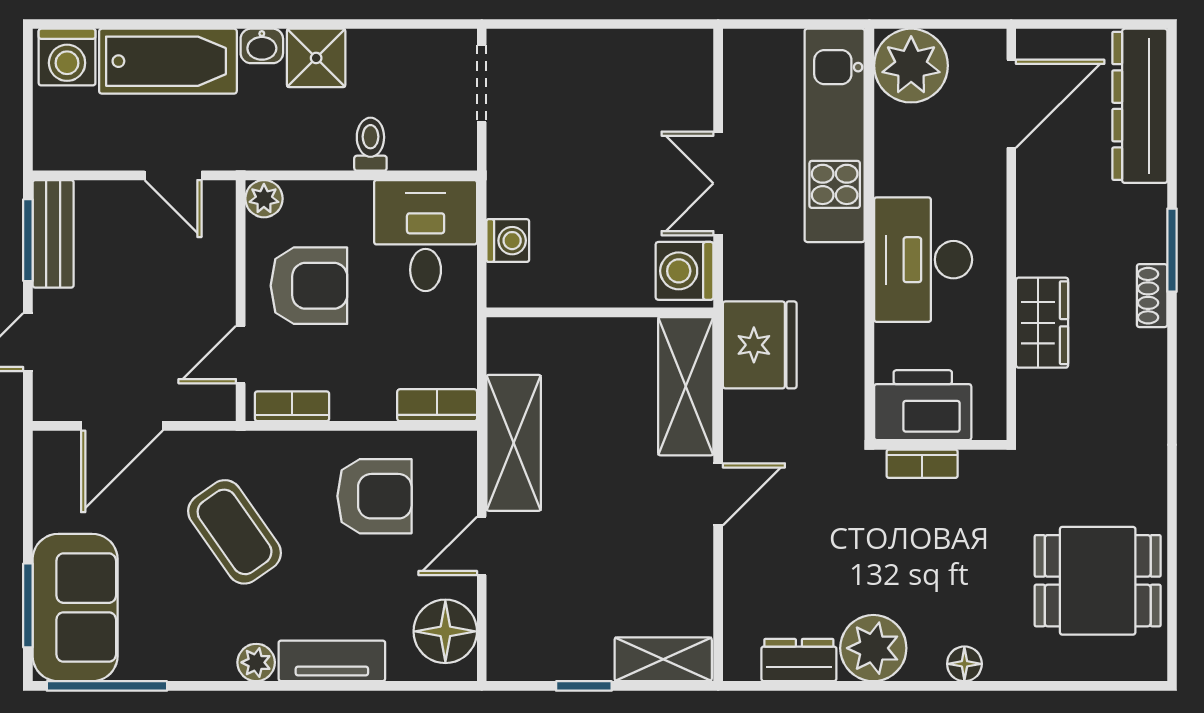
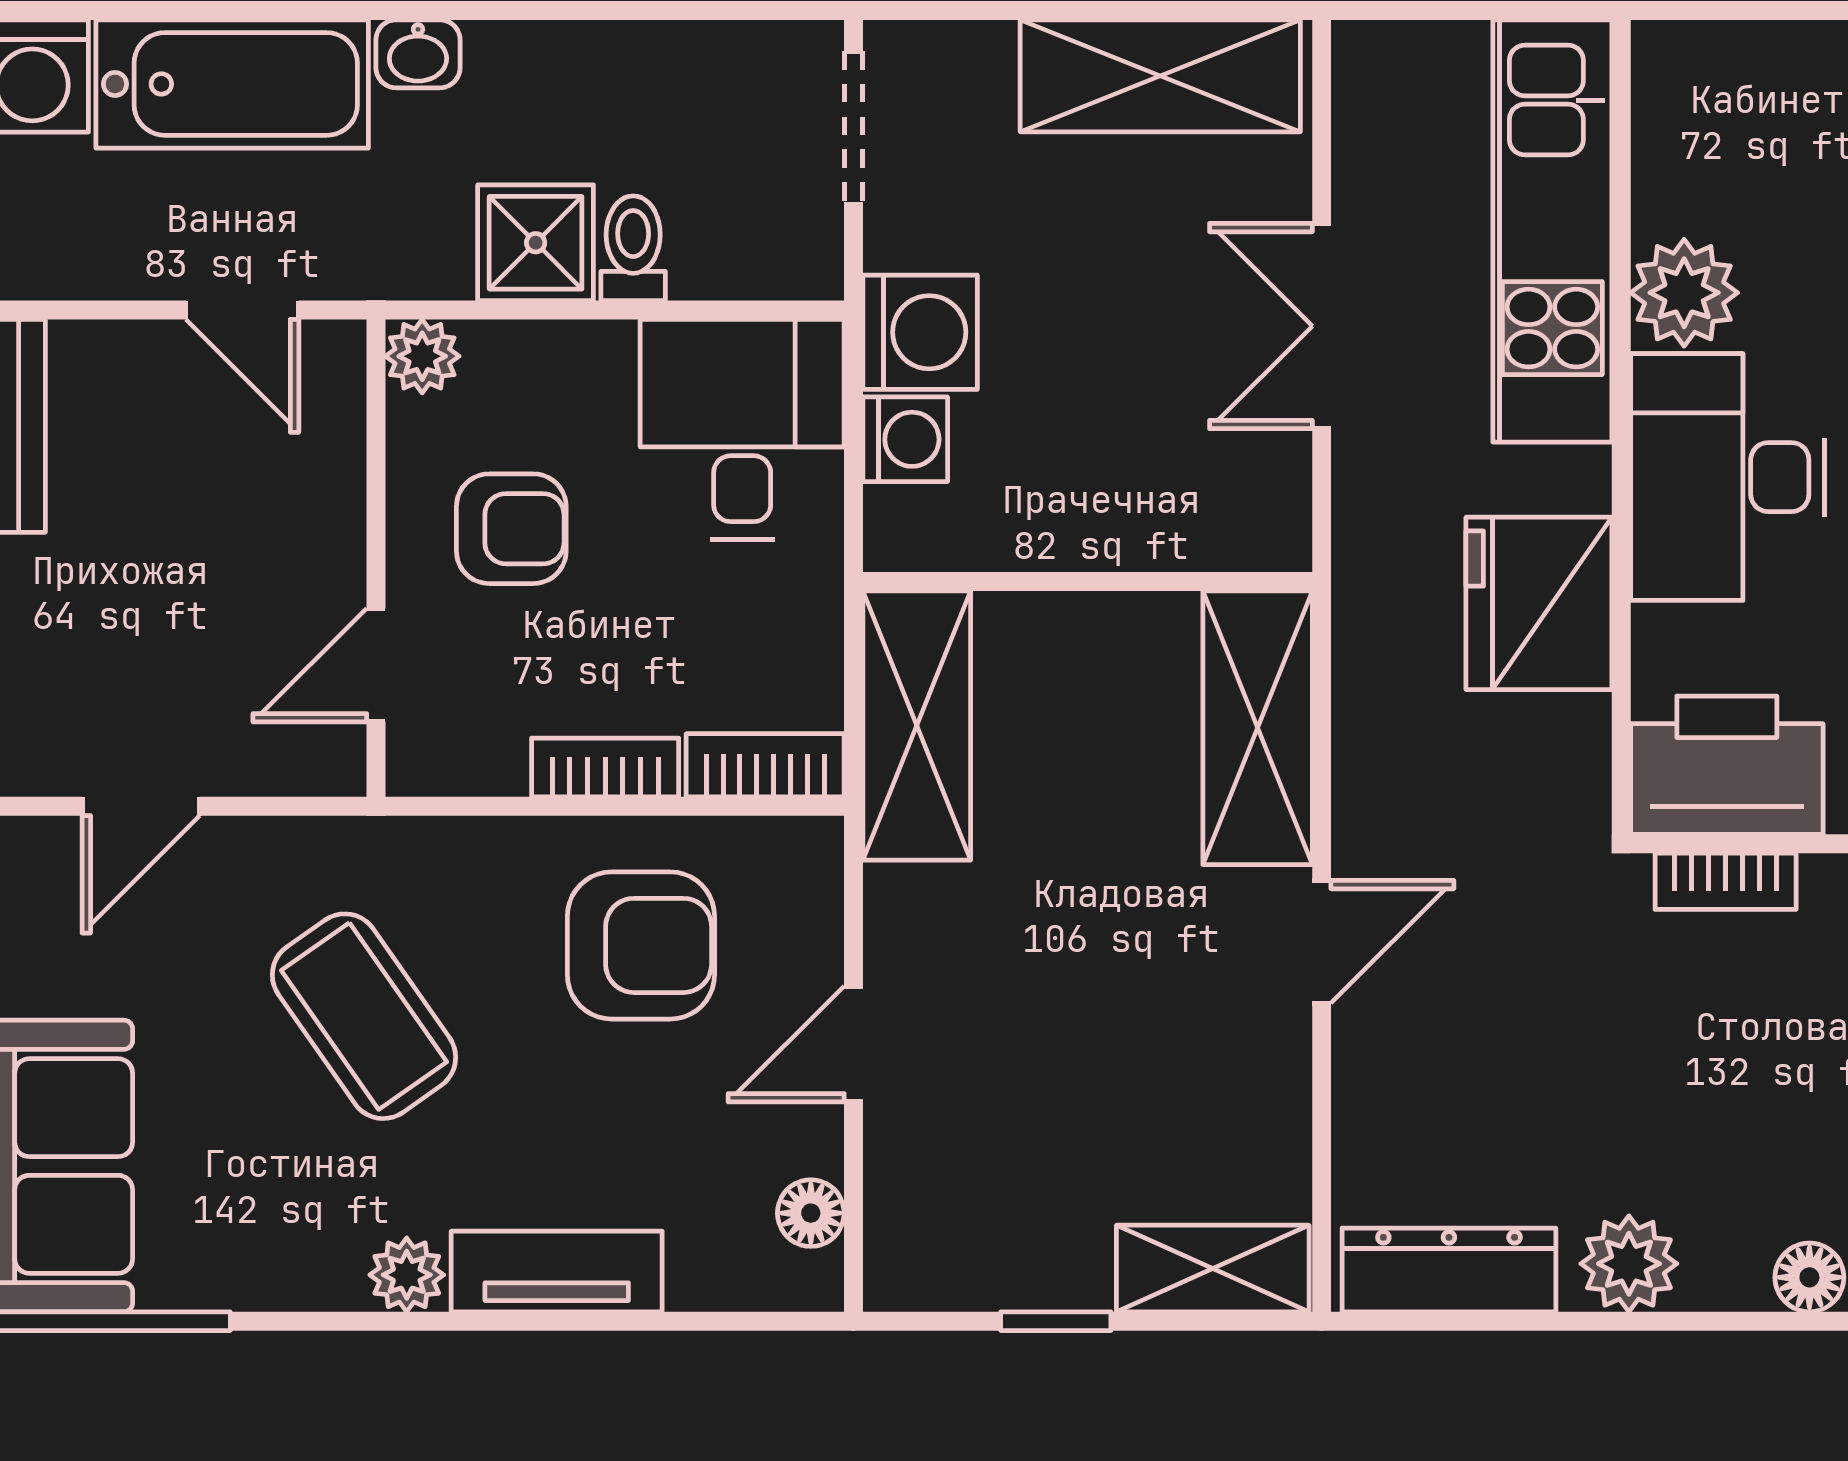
shelving: (637, 57) -> (1160, 76), added
shower: (316, 58) -> (536, 243), moved
plant: (911, 66) -> (1684, 293), moved, width x0.73, depth x0.73
washing machine: (685, 271) -> (920, 332), moved, turned 180
armchair: (309, 286) -> (511, 529), width x0.72, depth x0.72
fridge: (760, 345) -> (1539, 603), moved, turned 180
bookcase: (292, 406) -> (605, 767), moved
door: (122, 426) -> (141, 806), width x0.73
shelving: (514, 443) -> (917, 726), moved
floor lamp: (445, 631) -> (811, 1213), width x0.53, depth x0.53
plant: (873, 648) -> (1629, 1264), width x0.73, depth x0.73
dresser: (799, 660) -> (1449, 1270), width x1.44

